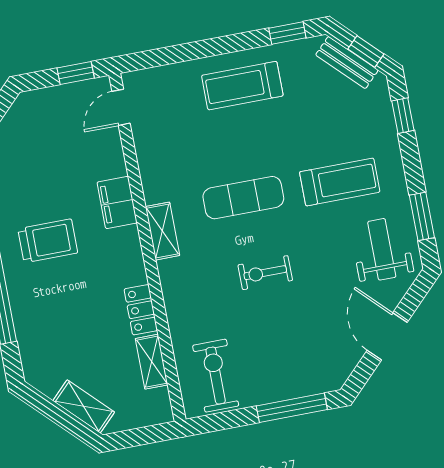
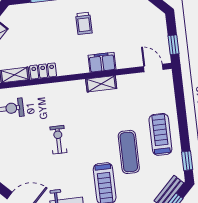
exercise mat: (243, 198) -> (129, 152), moved
shelving: (162, 231) -> (101, 84), moved
trolley: (48, 241) -> (84, 23), width x0.73, depth x0.72

